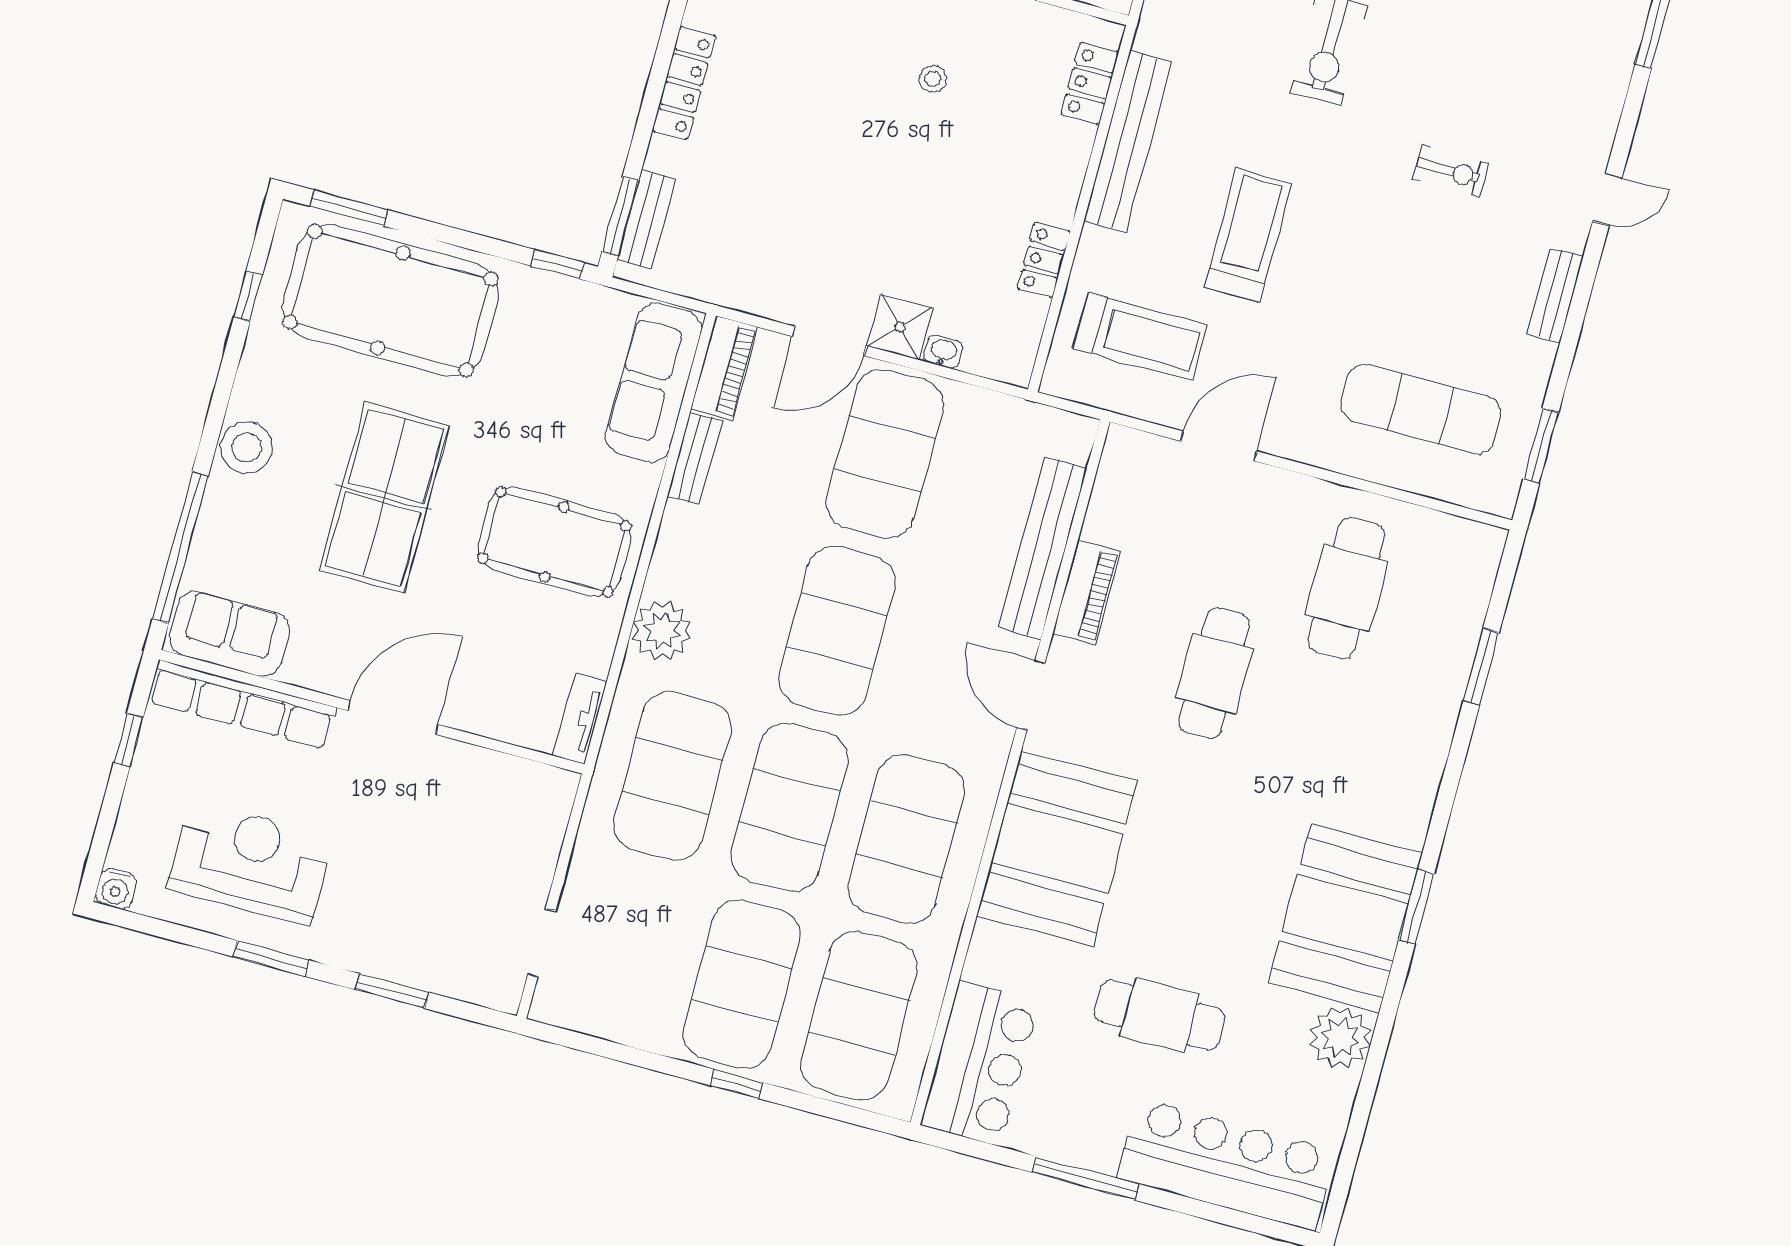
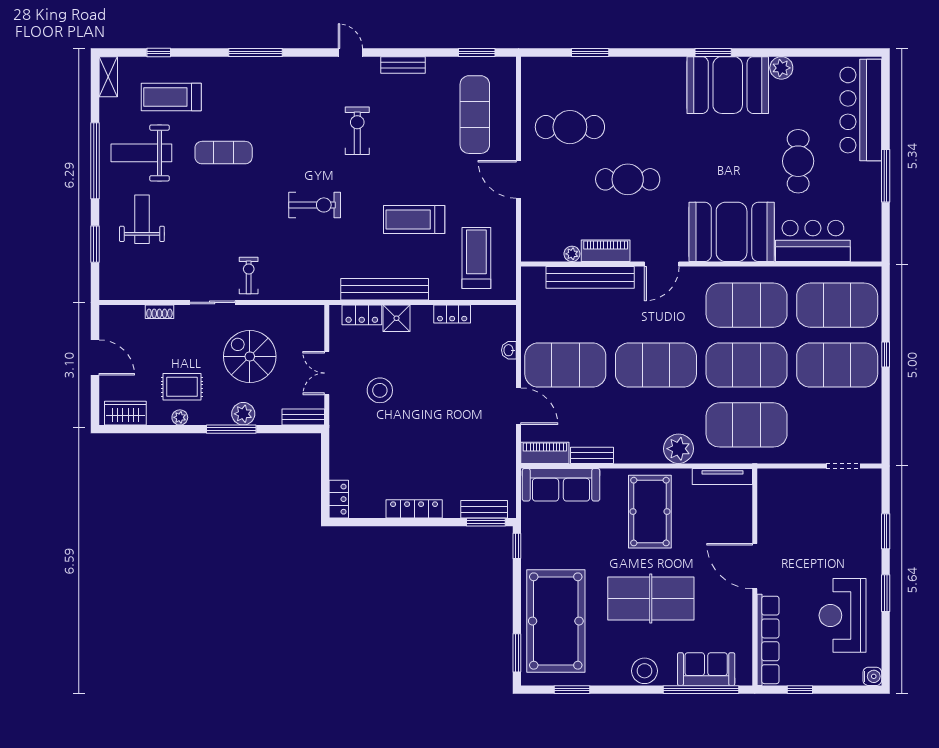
stool: (933, 79) -> (380, 390), width x1.89, depth x1.89
exercise bike: (1451, 171) -> (357, 131), width x1.38, depth x1.39
window: (248, 296) -> (572, 690), width x1.50
shower: (900, 327) -> (396, 318), moved
door: (1219, 446) -> (519, 179), moved
plant: (1098, 525) -> (572, 254), added
sofa: (229, 634) -> (706, 669), moved, turned 90
tv unit: (580, 719) -> (722, 476), width x1.41
plant: (1340, 1038) -> (781, 68), width x0.73, depth x0.73
bar counter: (980, 1063) -> (813, 241), moved

